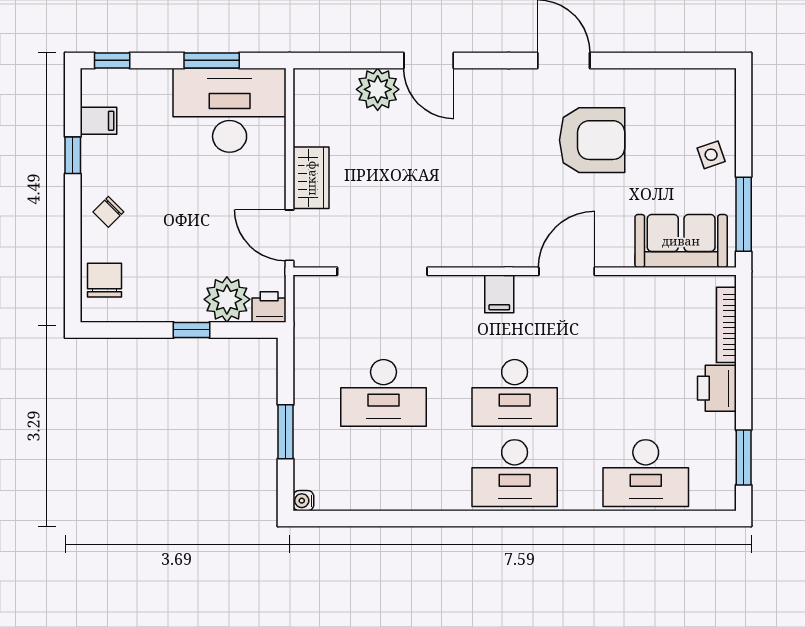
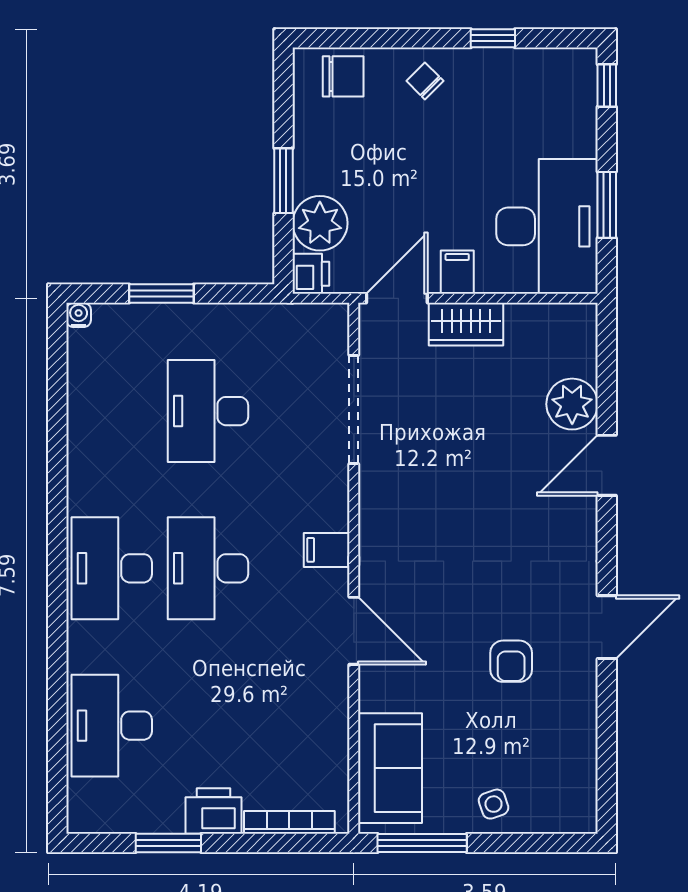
filing cabinet: (98, 121) -> (457, 272), moved, turned 180
armchair: (592, 140) -> (511, 661), width x0.53, depth x0.53
window: (191, 330) -> (283, 181), width x1.50
window: (744, 458) -> (168, 843), moved

